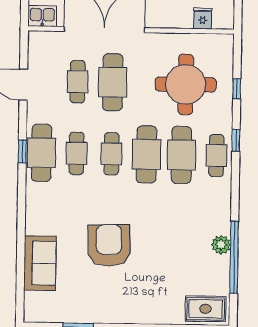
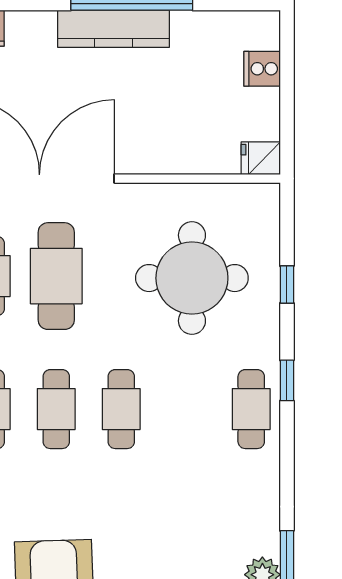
fridge: (203, 18) -> (261, 158), moved, turned -90
cafe table: (147, 154) -> (121, 409), width x0.73, depth x0.74
cafe table: (181, 155) -> (186, 409), removed

